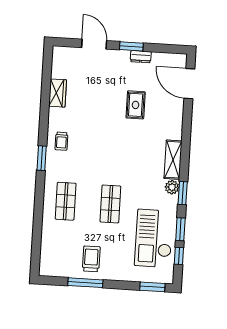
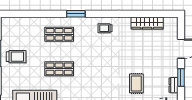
wardrobe: (58, 93) -> (147, 23), width x1.50
rug: (136, 105) -> (136, 83), turned 90
window: (42, 158) -> (76, 14), moved

